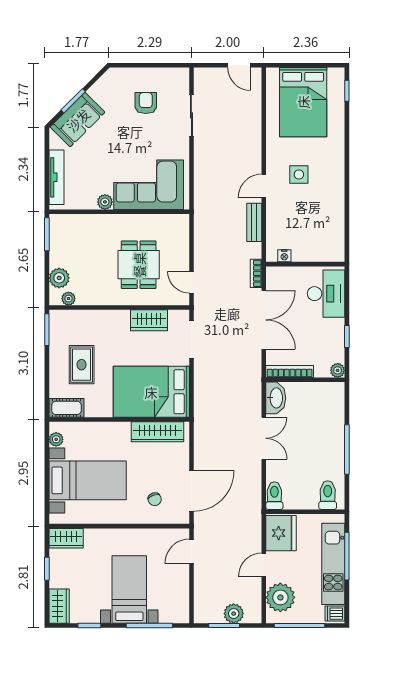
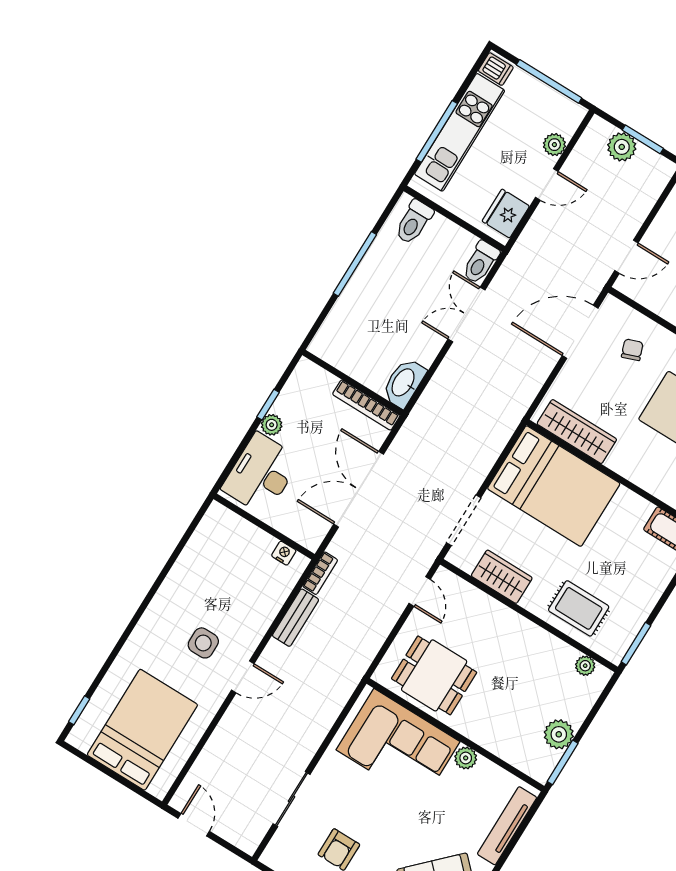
door: (264, 186) -> (243, 677), moved
dining table: (139, 265) -> (434, 675), moved, turned 90
bookcase: (256, 273) -> (320, 573), moved
plant: (59, 278) -> (559, 734), moved
rug: (82, 365) -> (579, 608), moved, turned 90
plant: (338, 370) -> (272, 425), moved
double door: (264, 438) -> (466, 315), moved
fridge: (281, 533) -> (506, 214), width x0.73, depth x0.75
plant: (280, 597) -> (554, 145), width x0.53, depth x0.53

